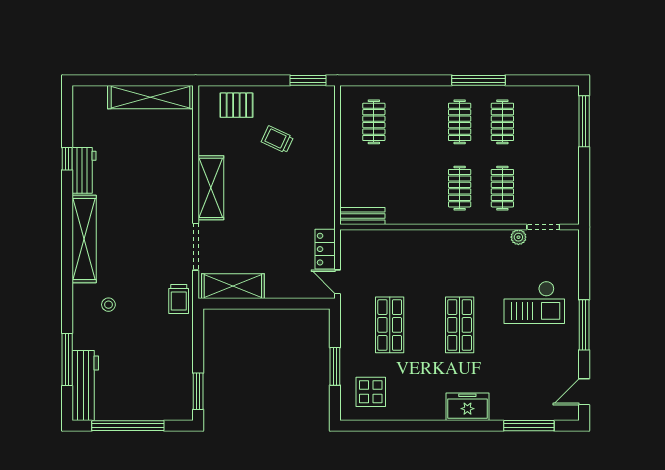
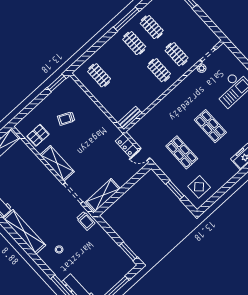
pallet: (236, 105) -> (38, 135), moved

